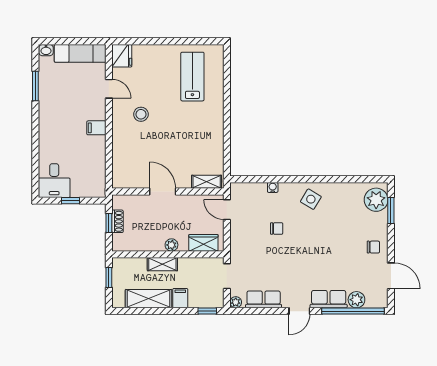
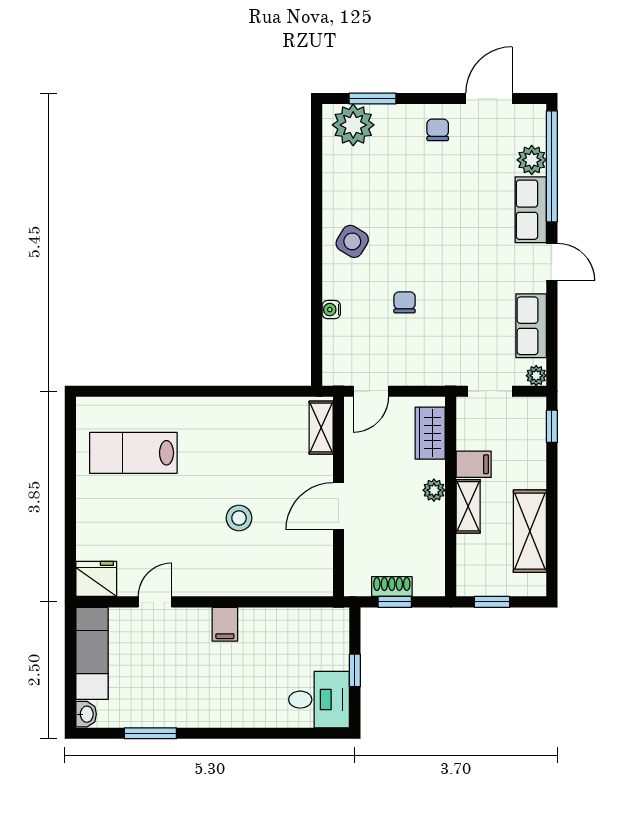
stool: (141, 114) -> (239, 518), moved
filing cabinet: (180, 298) -> (474, 464), moved, turned 180

